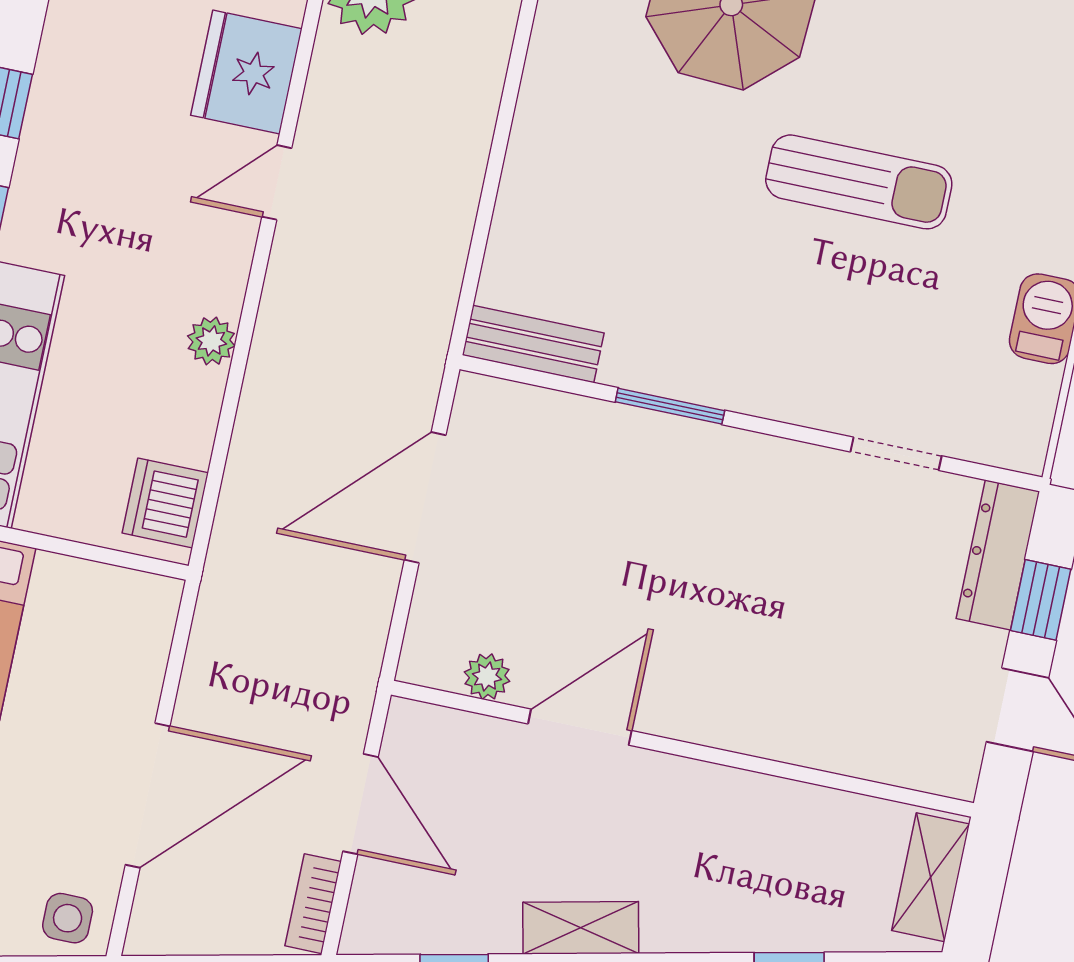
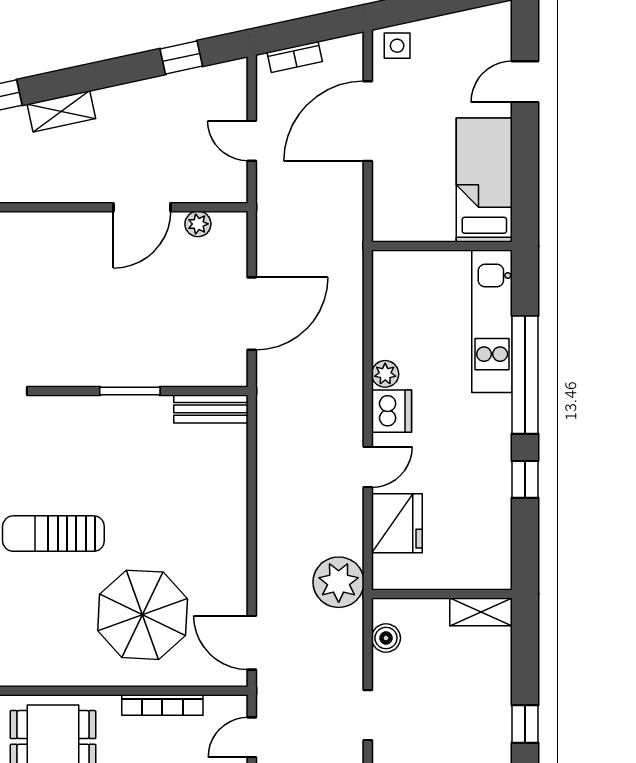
dishwasher: (165, 503) -> (392, 411), moved
door: (361, 804) -> (252, 141), width x0.73
bookcase: (313, 904) -> (295, 57), moved, turned 78
shelving: (581, 928) -> (61, 111), moved

